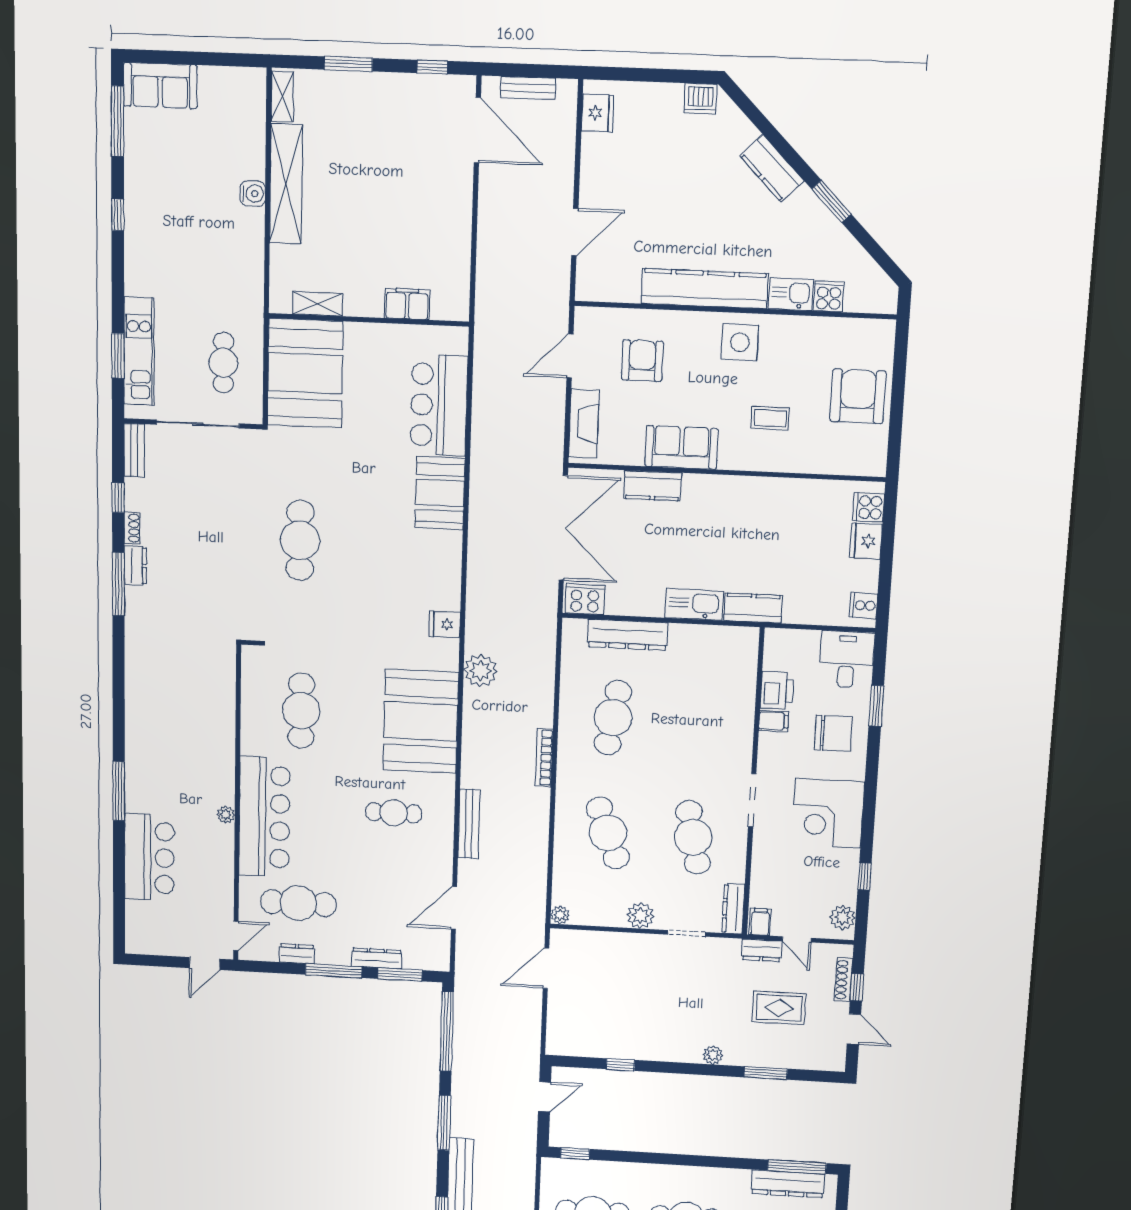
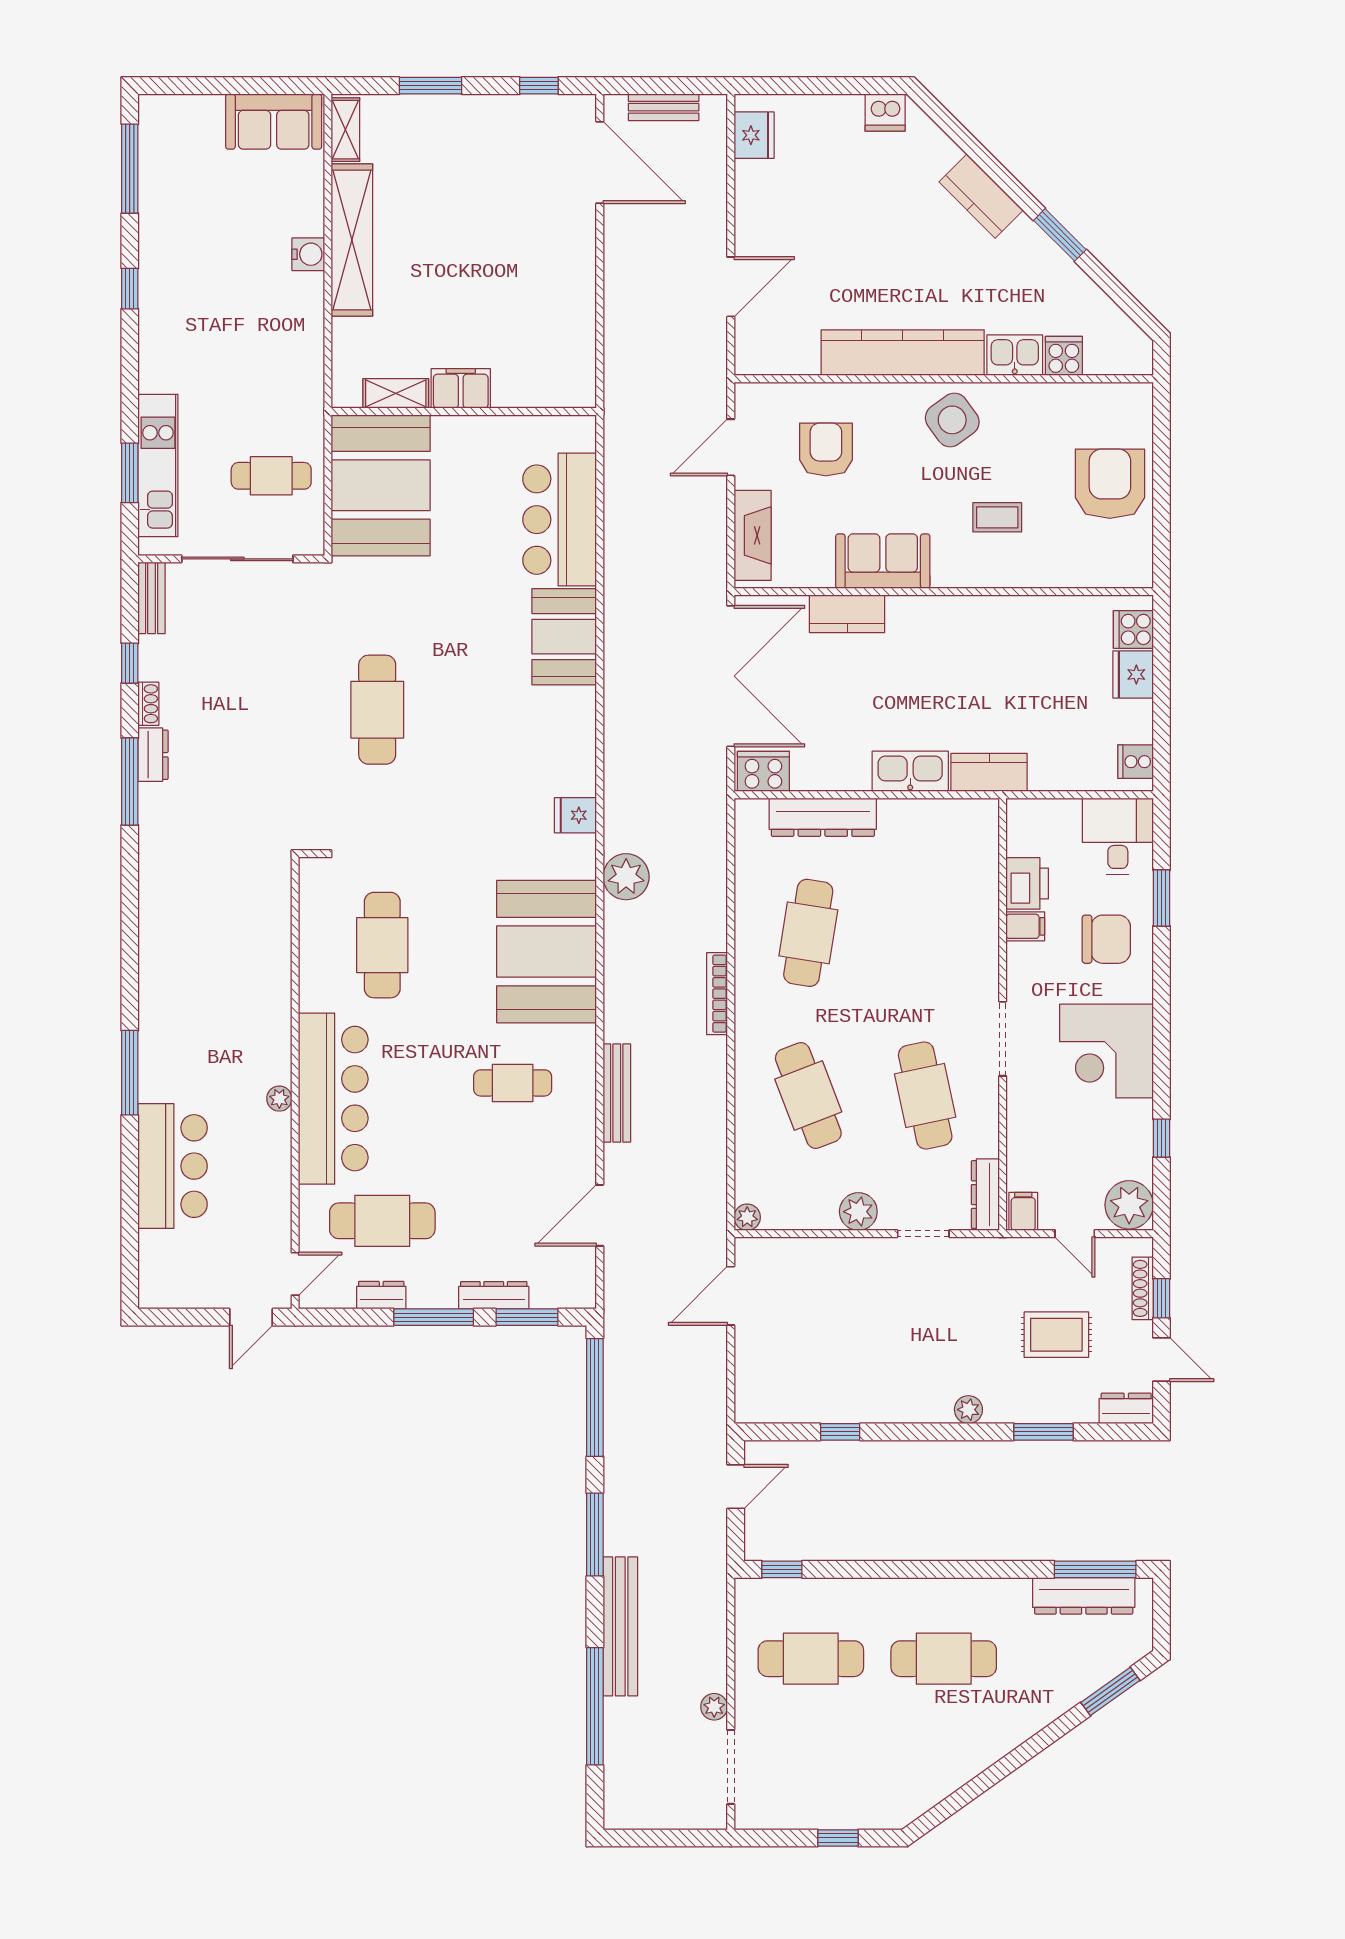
sofa: (160, 86) -> (274, 121), moved
filing cabinet: (407, 304) -> (461, 388), moved
side table: (740, 342) -> (952, 420), turned -36
cafe table: (223, 363) -> (271, 476), turned 90
plant: (843, 917) -> (1129, 1205), width x1.36, depth x1.36
dresser: (762, 950) -> (1126, 1408), moved, turned 180

